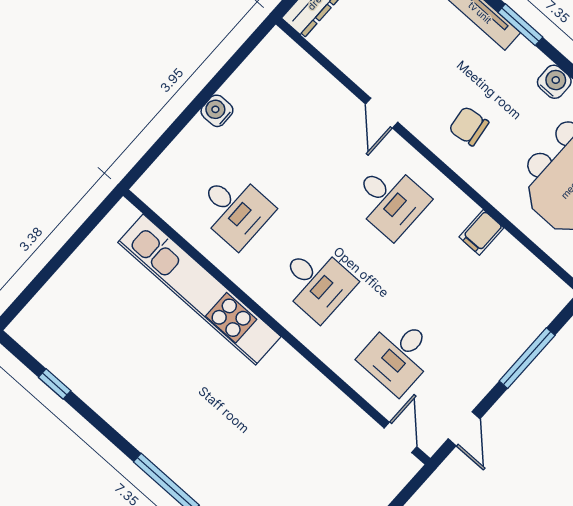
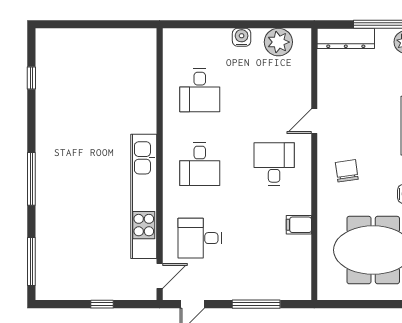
plant: (259, 75) -> (278, 42), added
desk: (390, 200) -> (274, 164), turned 180
kitchen unit: (199, 289) -> (144, 196), moved

